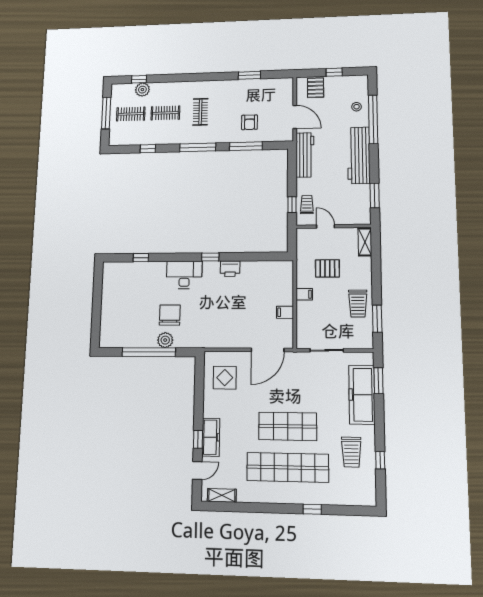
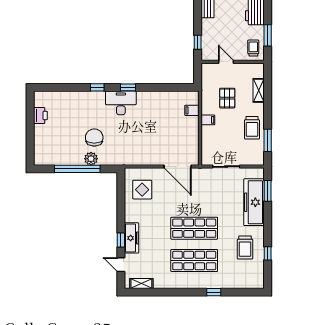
trolley: (307, 205) -> (253, 48), moved
shelving: (365, 242) -> (259, 90), moved
window: (141, 258) -> (97, 87), moved
pallet: (327, 268) -> (227, 98), turned 90
printer: (230, 269) -> (40, 116), moved, turned -90
desk: (184, 275) -> (121, 103), moved
filing cabinet: (285, 312) -> (192, 110), moved
door: (268, 350) -> (178, 167), hinge flipped
shop shelf: (288, 467) -> (194, 261), width x0.71
door: (197, 470) -> (121, 265), swing flipped

